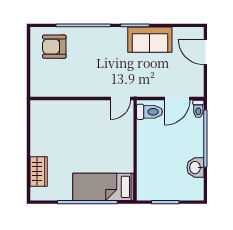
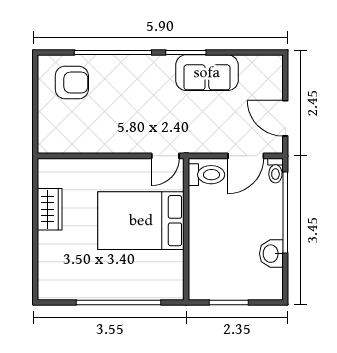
armchair: (54, 47) -> (72, 83), turned 180
door: (205, 52) -> (285, 118), moved
wardrobe: (39, 171) -> (50, 209), moved
bed: (103, 187) -> (141, 221), moved, width x1.50

